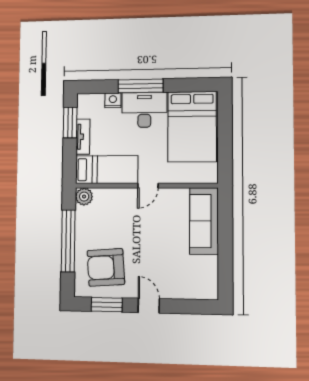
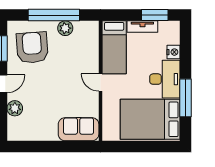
window: (140, 86) -> (185, 98), moved
plant: (84, 197) -> (65, 28), moved
sofa: (204, 221) -> (79, 129), width x0.73
plant: (179, 290) -> (15, 108), added

